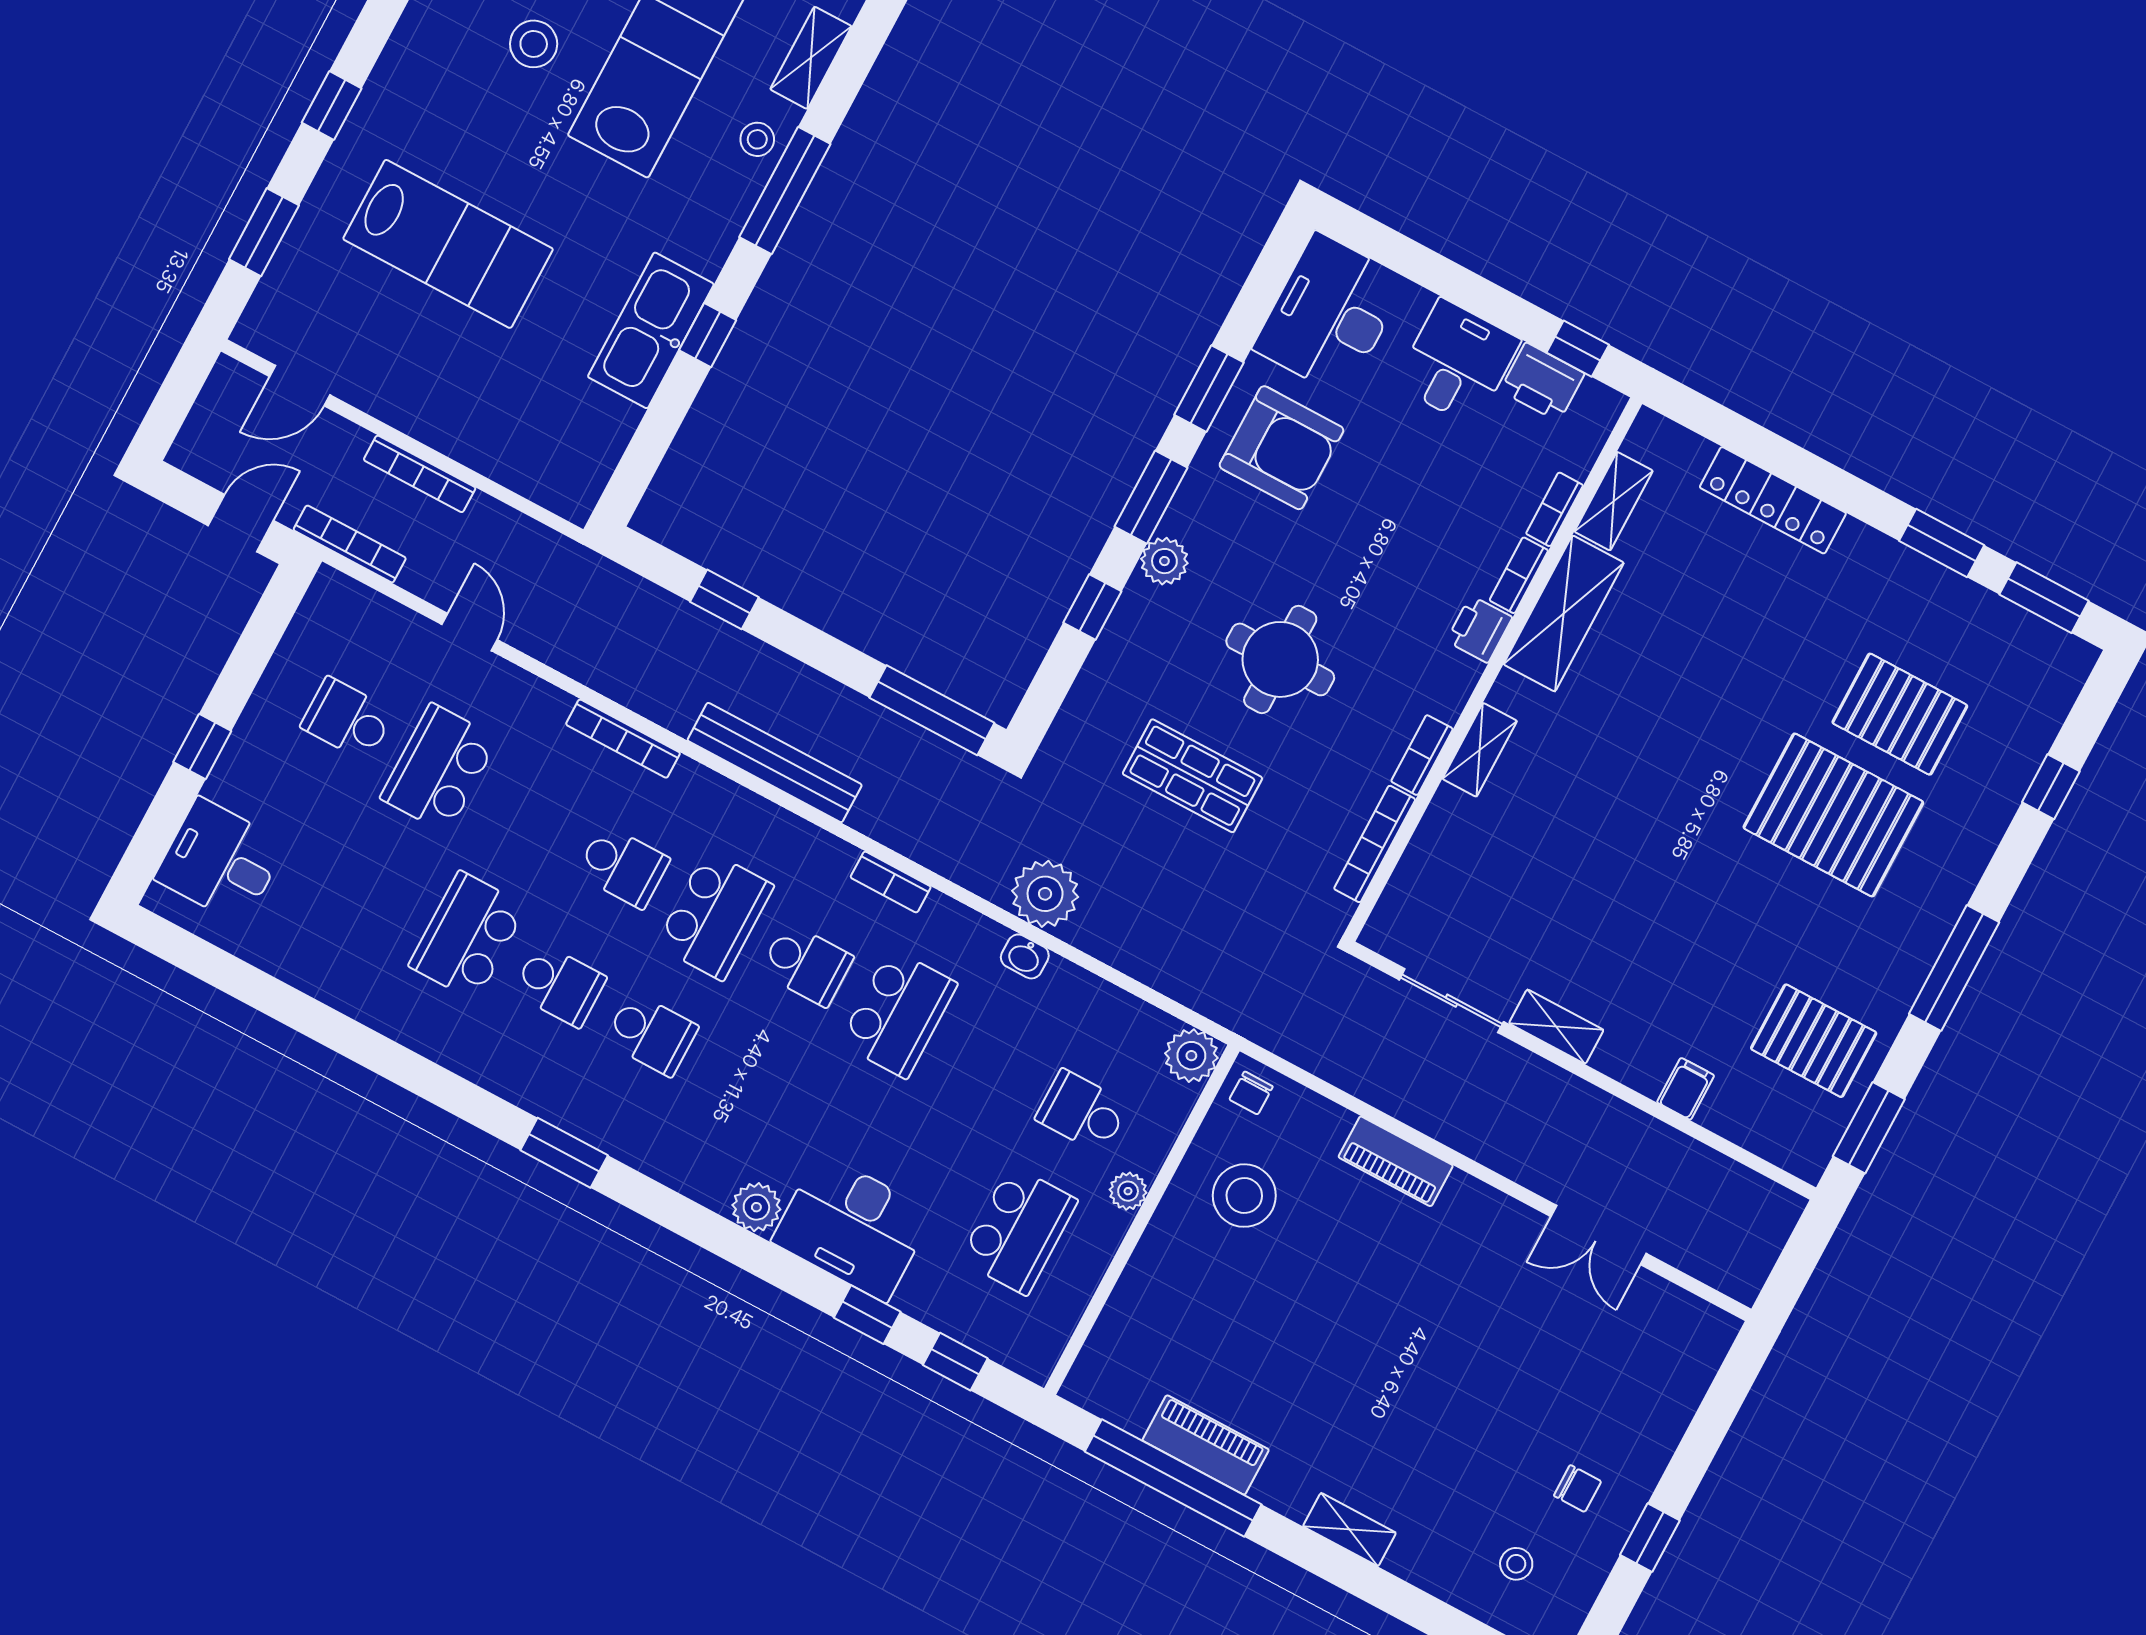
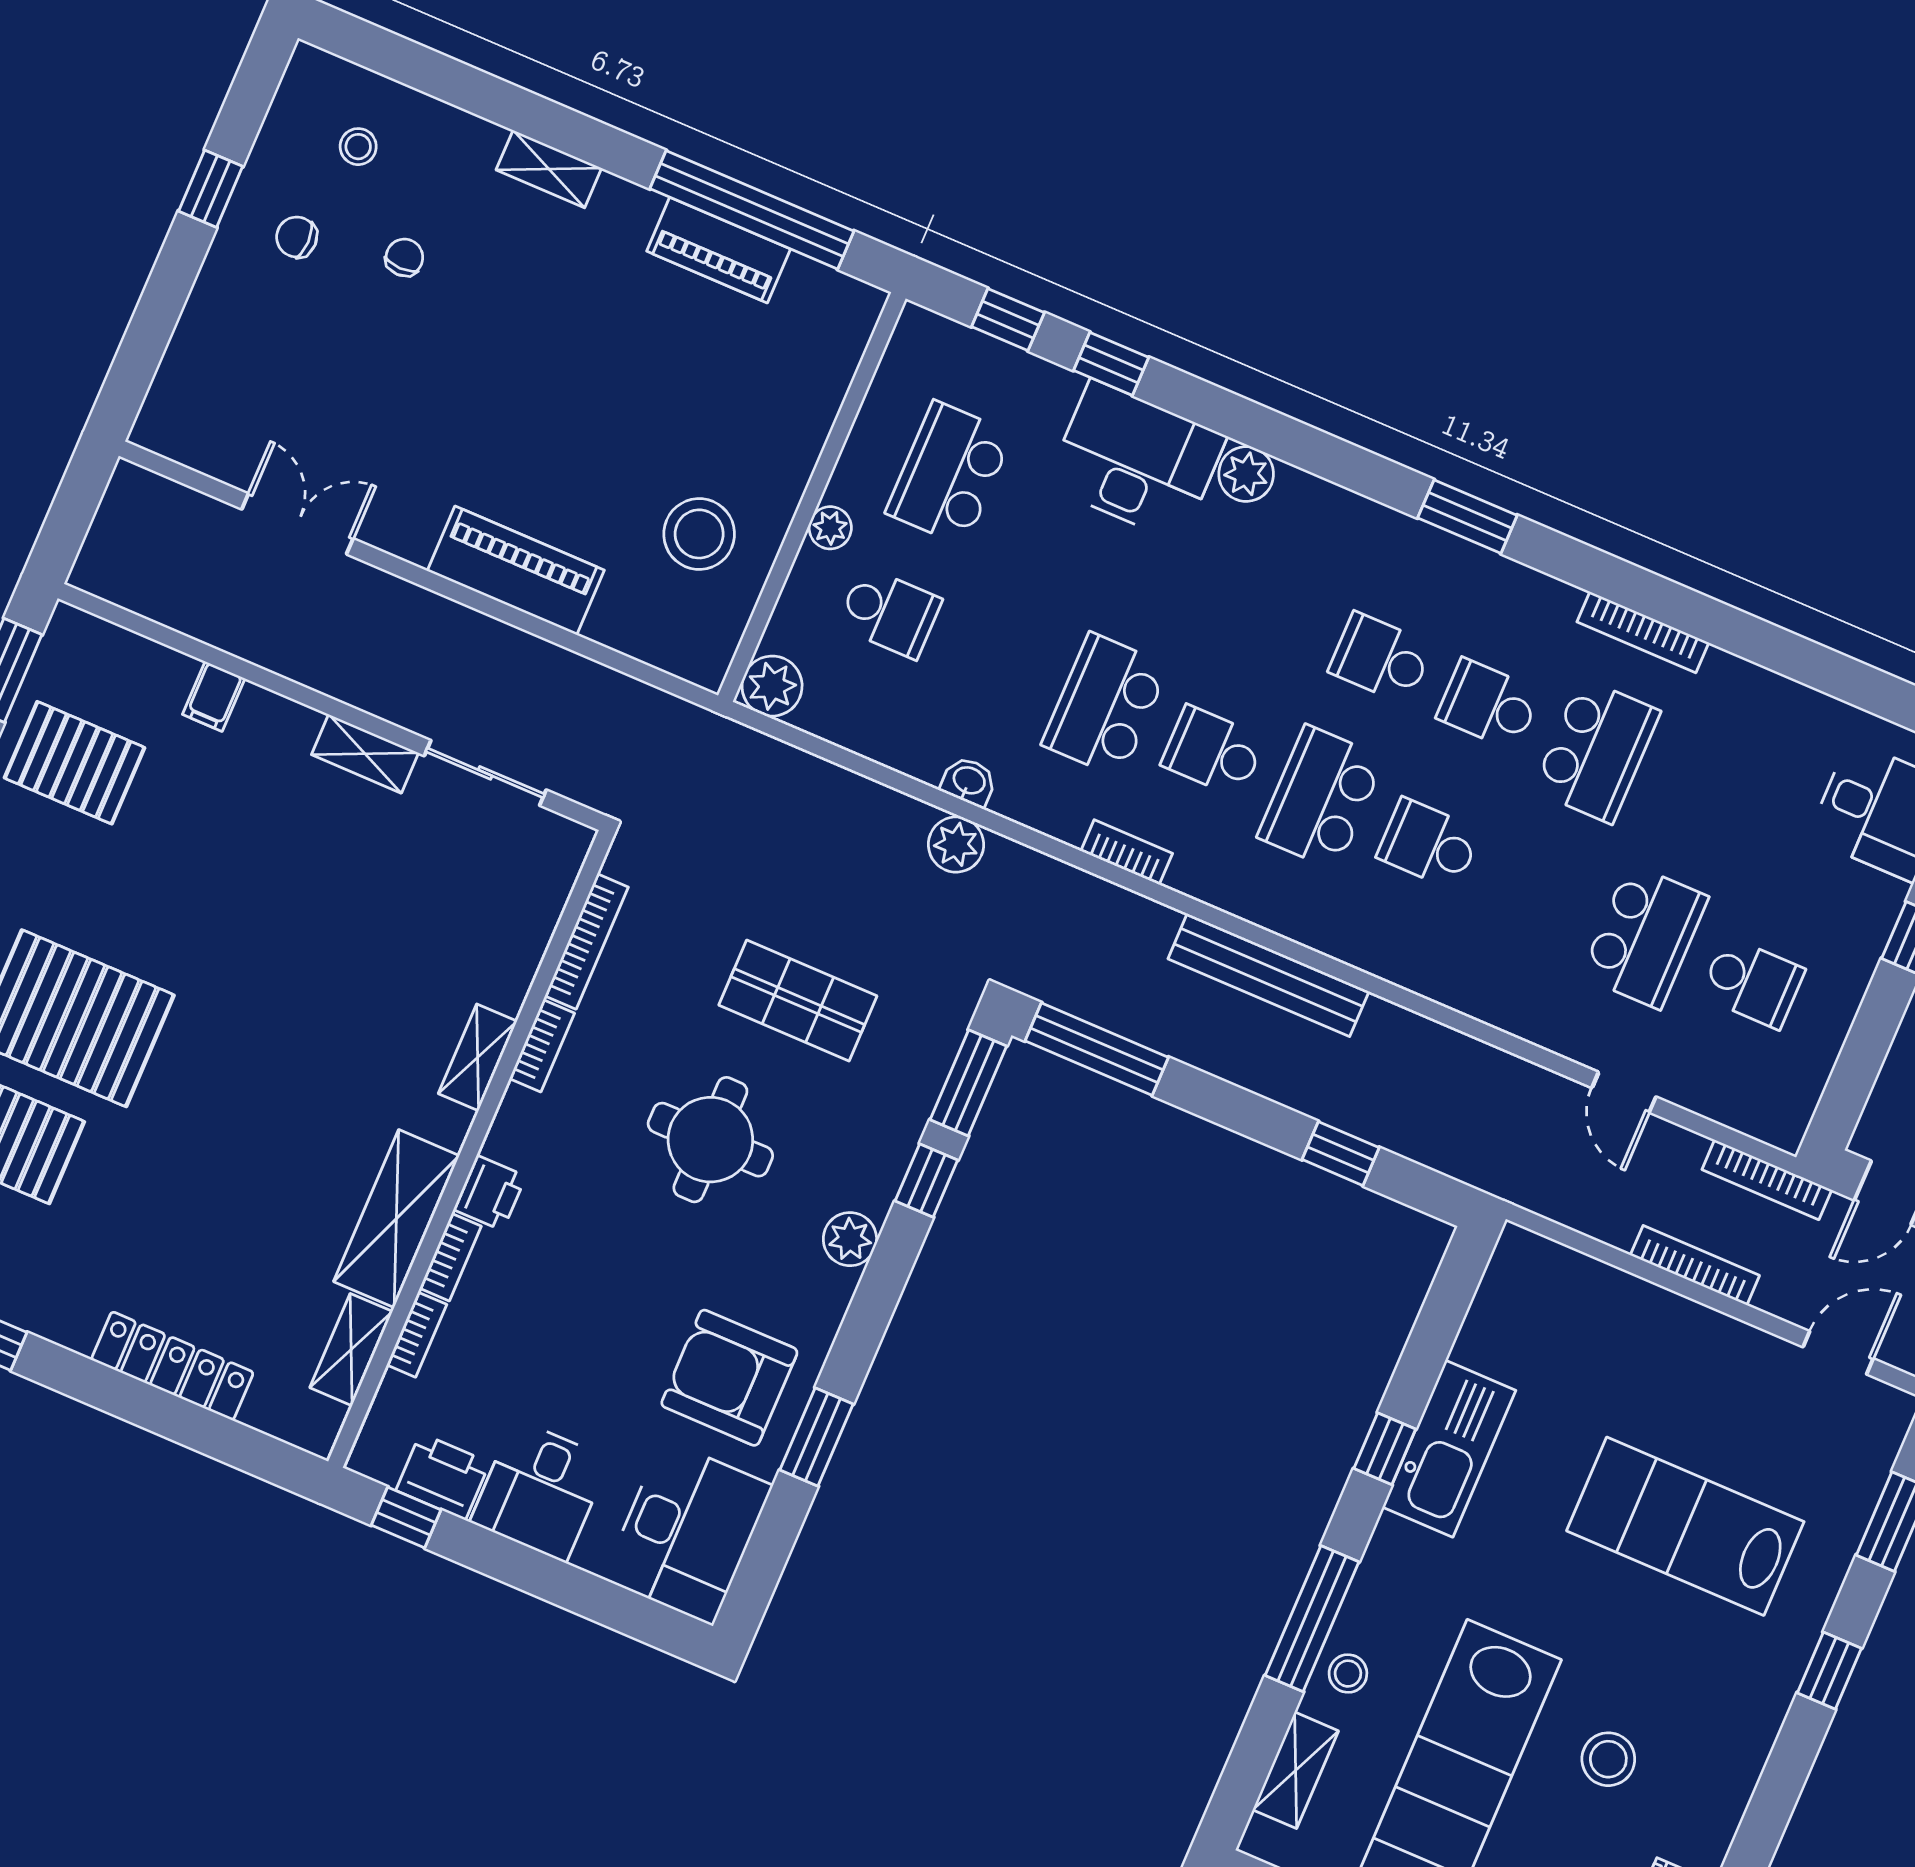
window: (1151, 497) -> (968, 1083), moved
bookcase: (623, 739) -> (1643, 632), moved, turned 180
plant: (1045, 894) -> (956, 845), width x0.73, depth x0.73
chair: (1251, 1093) -> (404, 257), moved
piano: (1396, 1161) -> (516, 570), width x1.37, depth x1.33

